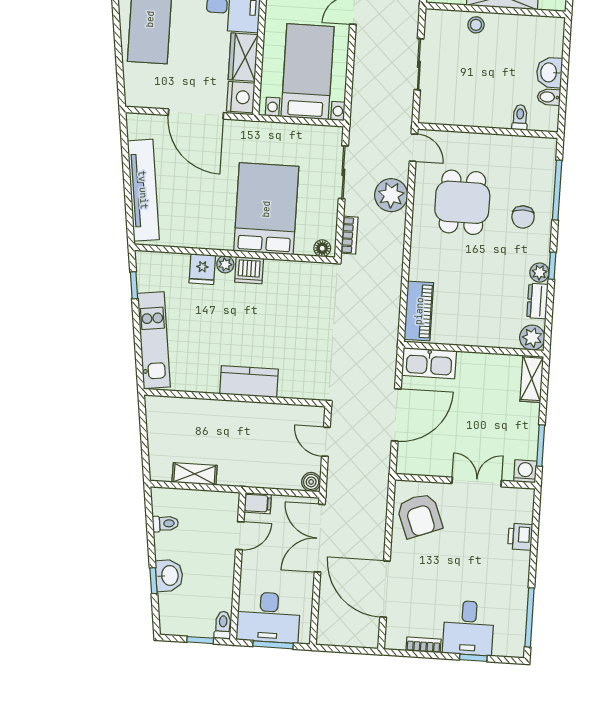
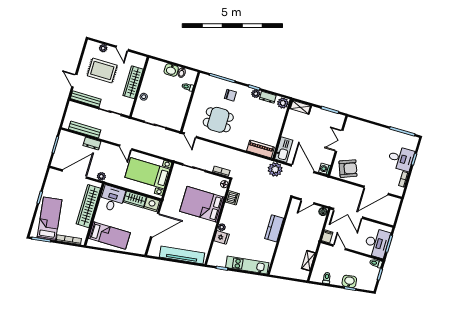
door: (414, 148) -> (190, 135), swing flipped
plant: (391, 195) -> (275, 169), moved
dishwasher: (249, 270) -> (232, 198), moved
washing machine: (525, 471) -> (325, 169), moved
printer: (520, 537) -> (367, 128), removed

